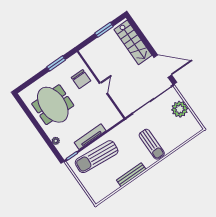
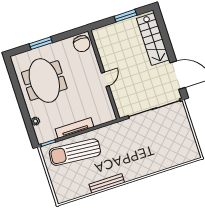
window: (56, 63) -> (41, 43), moved
chair: (81, 79) -> (82, 44), moved
plant: (180, 109) -> (182, 128), removed
sun lounger: (152, 144) -> (139, 157), removed

